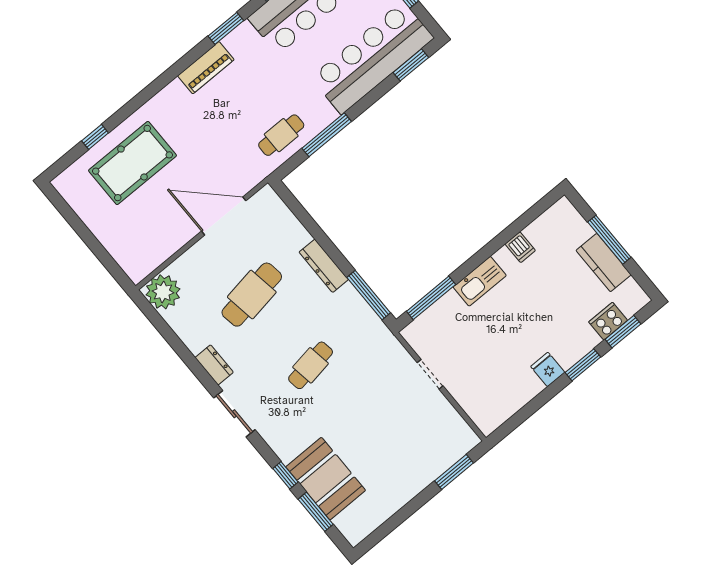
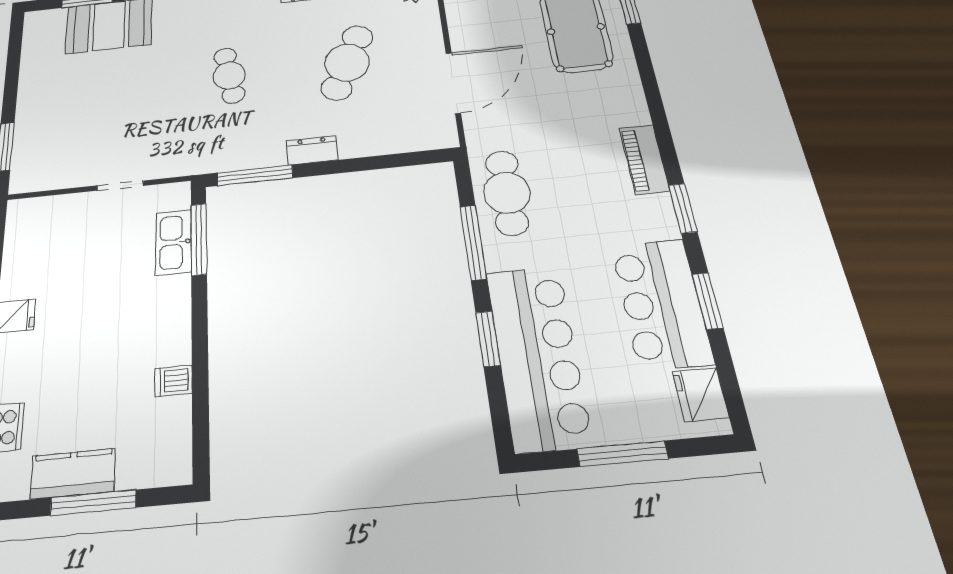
window: (411, 65) -> (488, 339), moved
cafe table: (281, 135) -> (507, 193), width x1.37, depth x1.35
dresser: (324, 266) -> (312, 150), width x0.70
kitchen sink: (480, 281) -> (174, 242), moved
cafe table: (252, 295) -> (347, 63), turned 33

